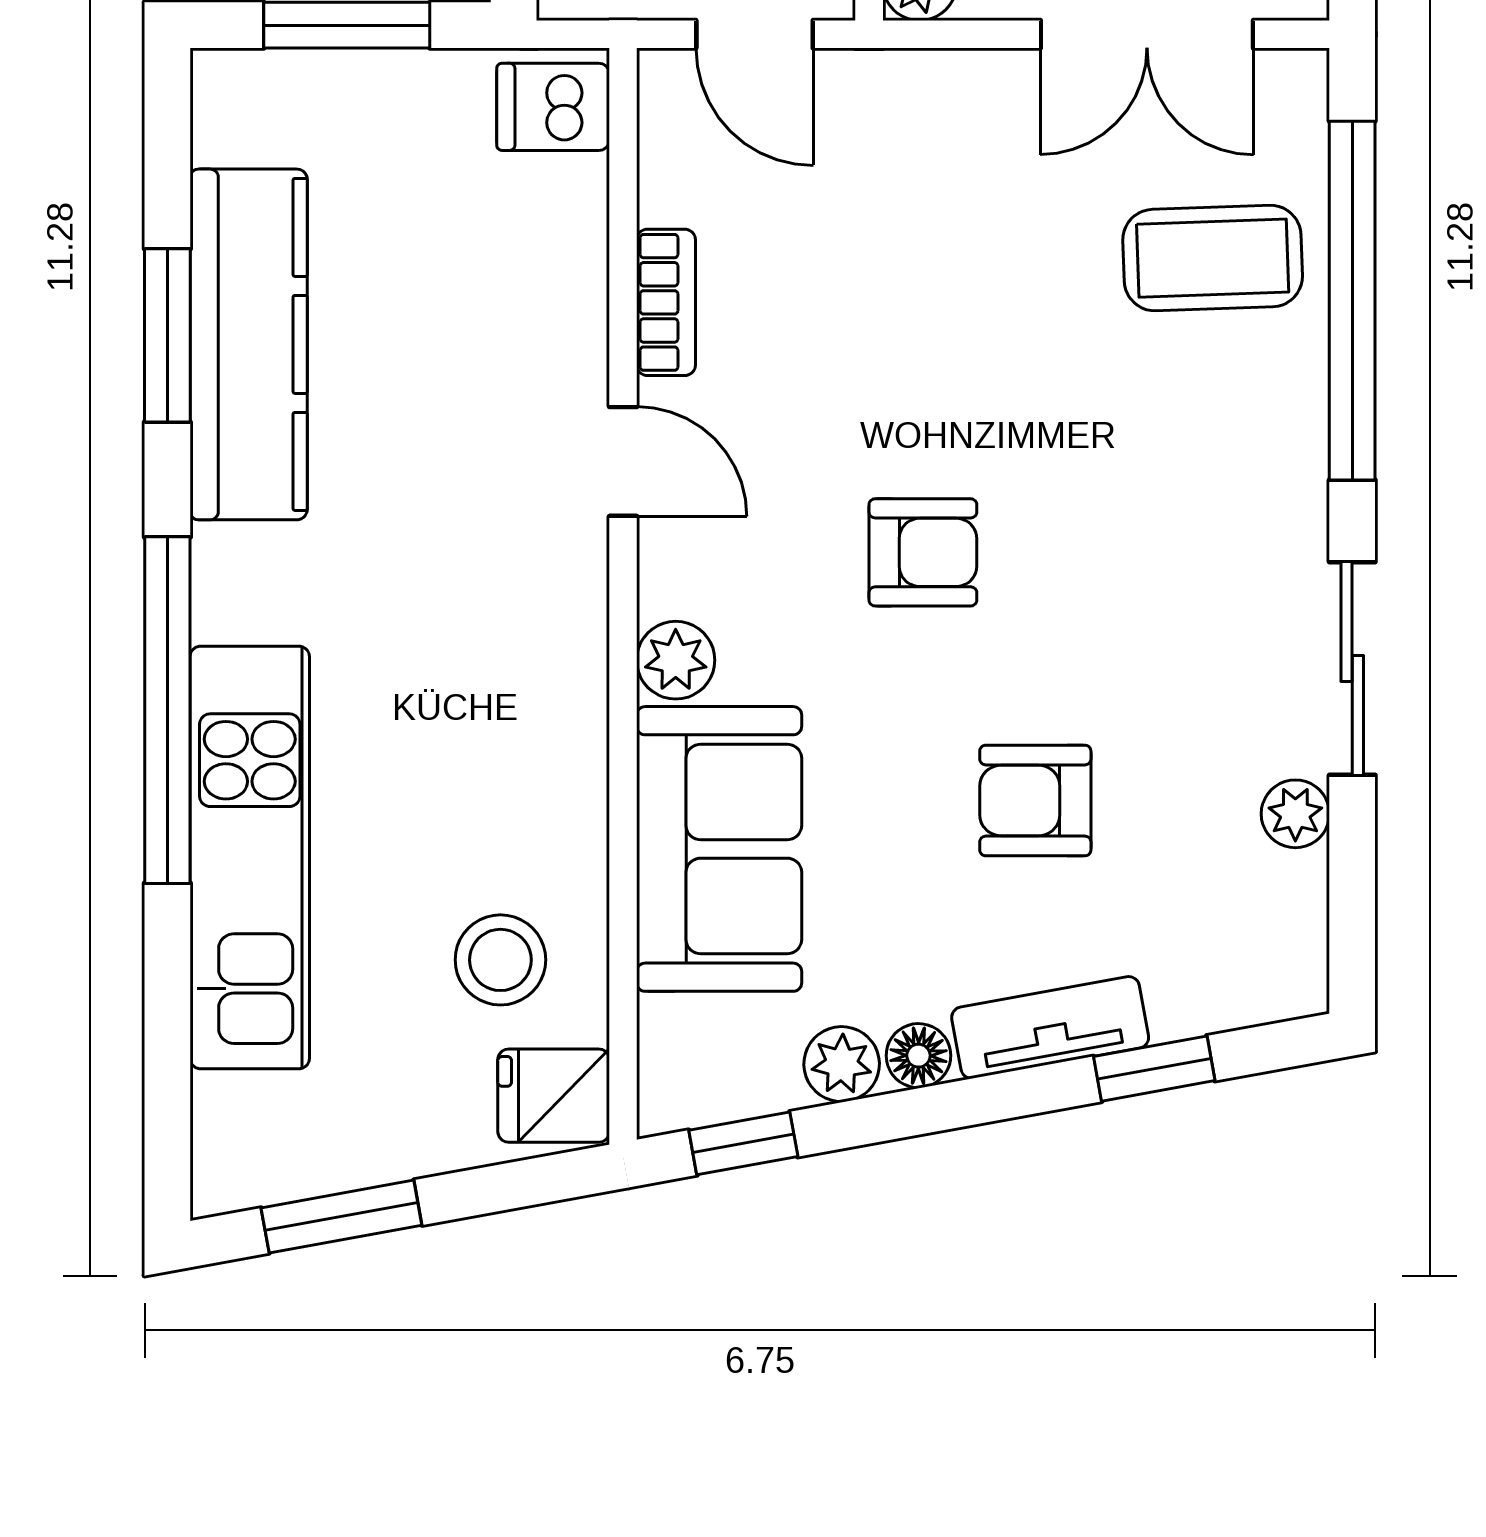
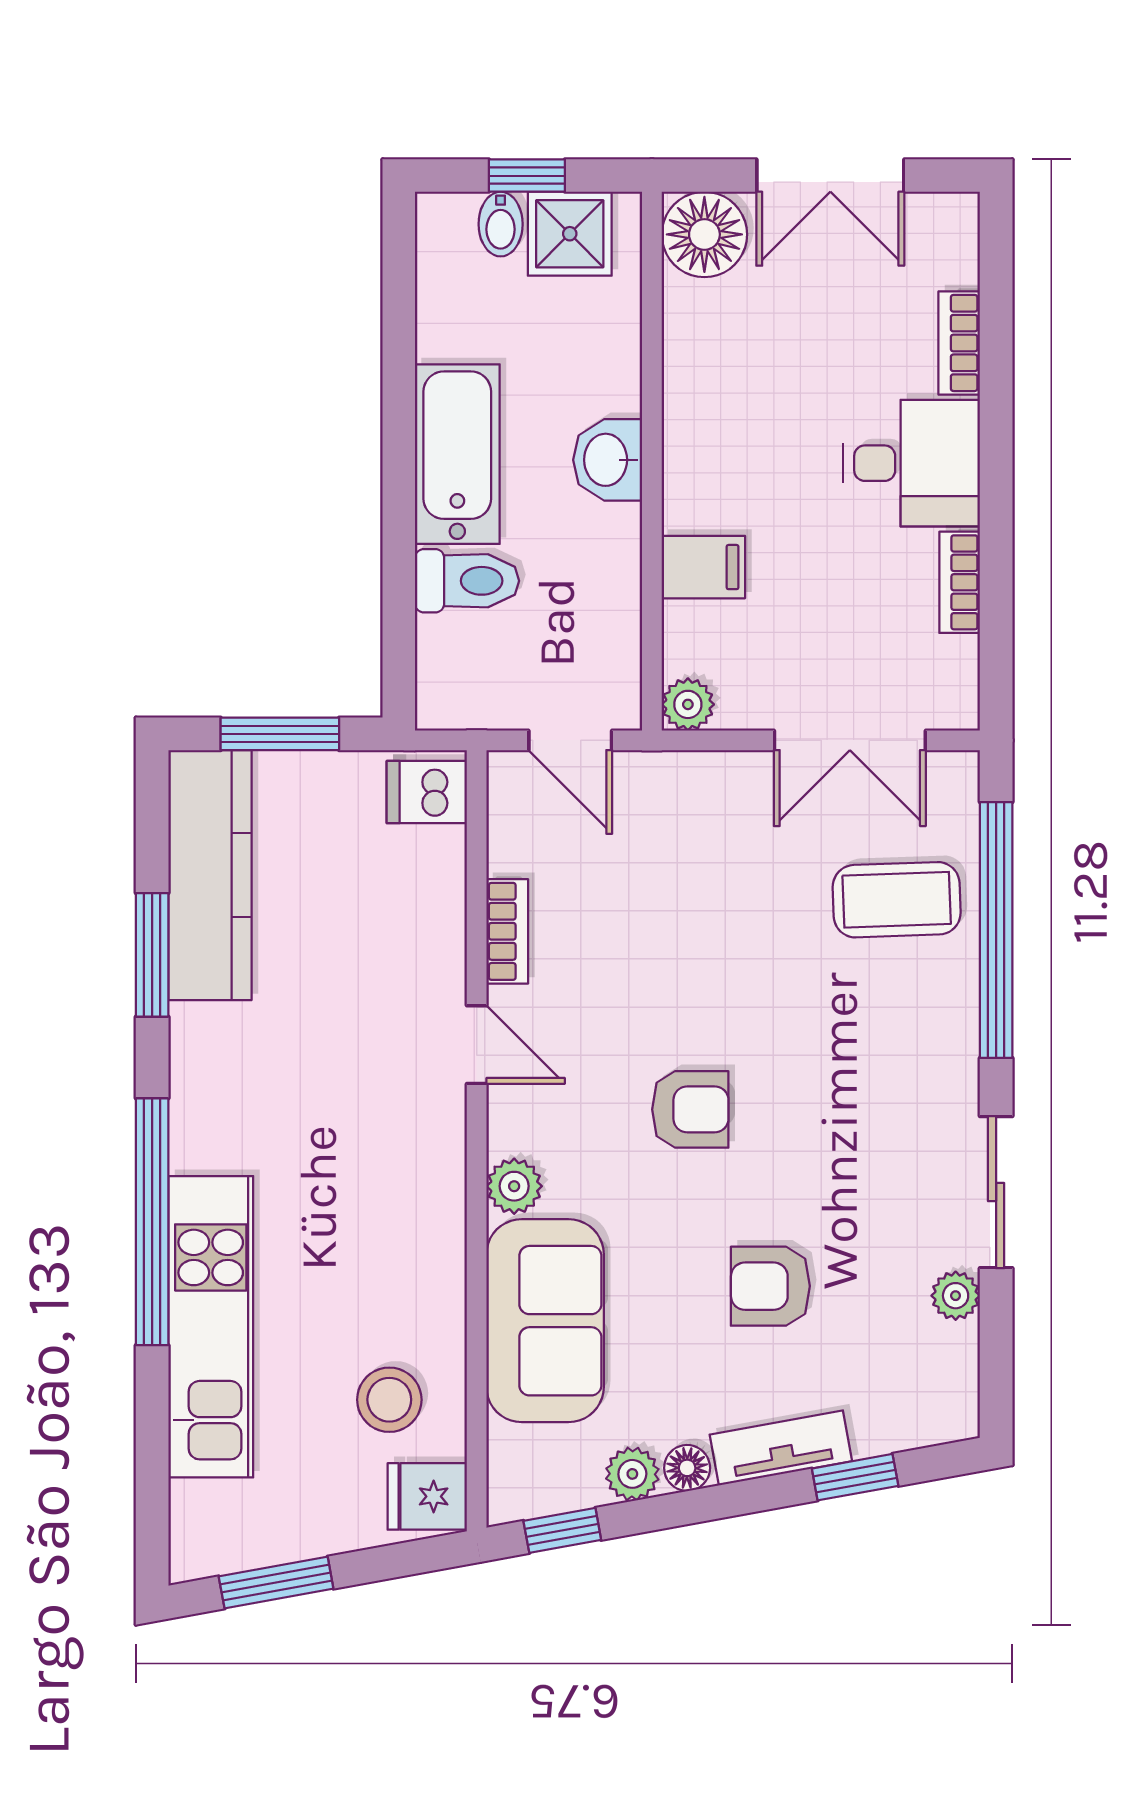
kitchen counter: (249, 344) -> (210, 875), moved

